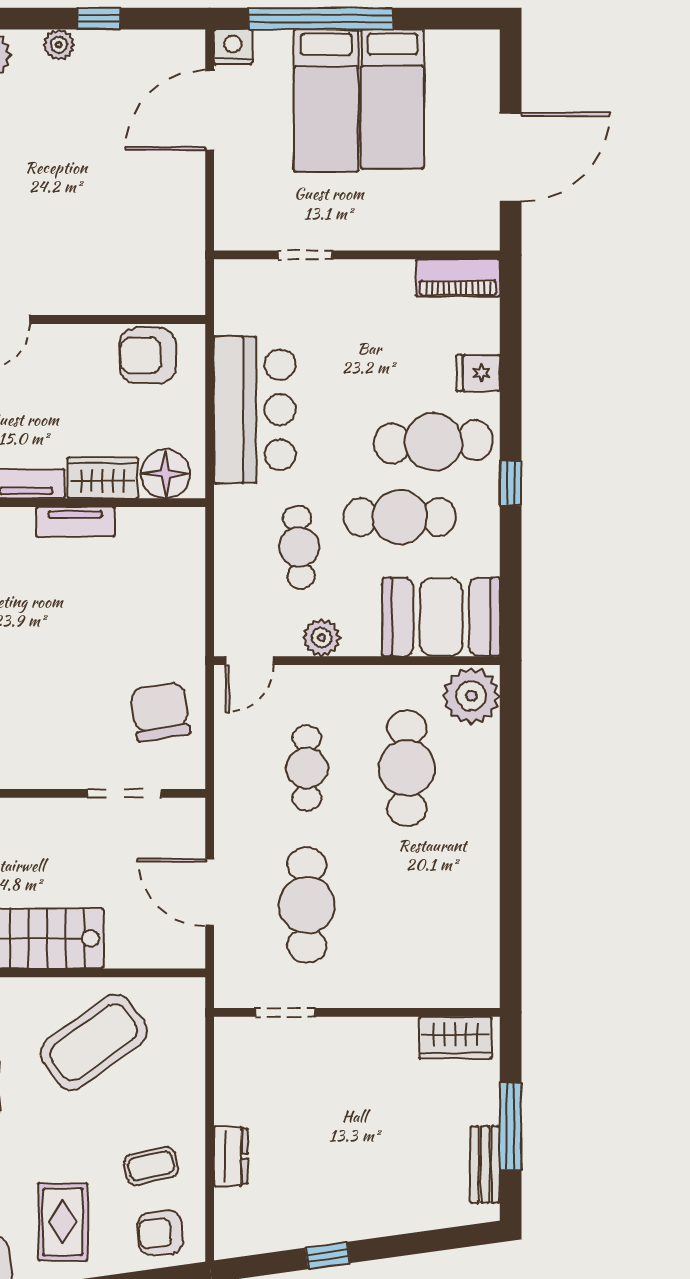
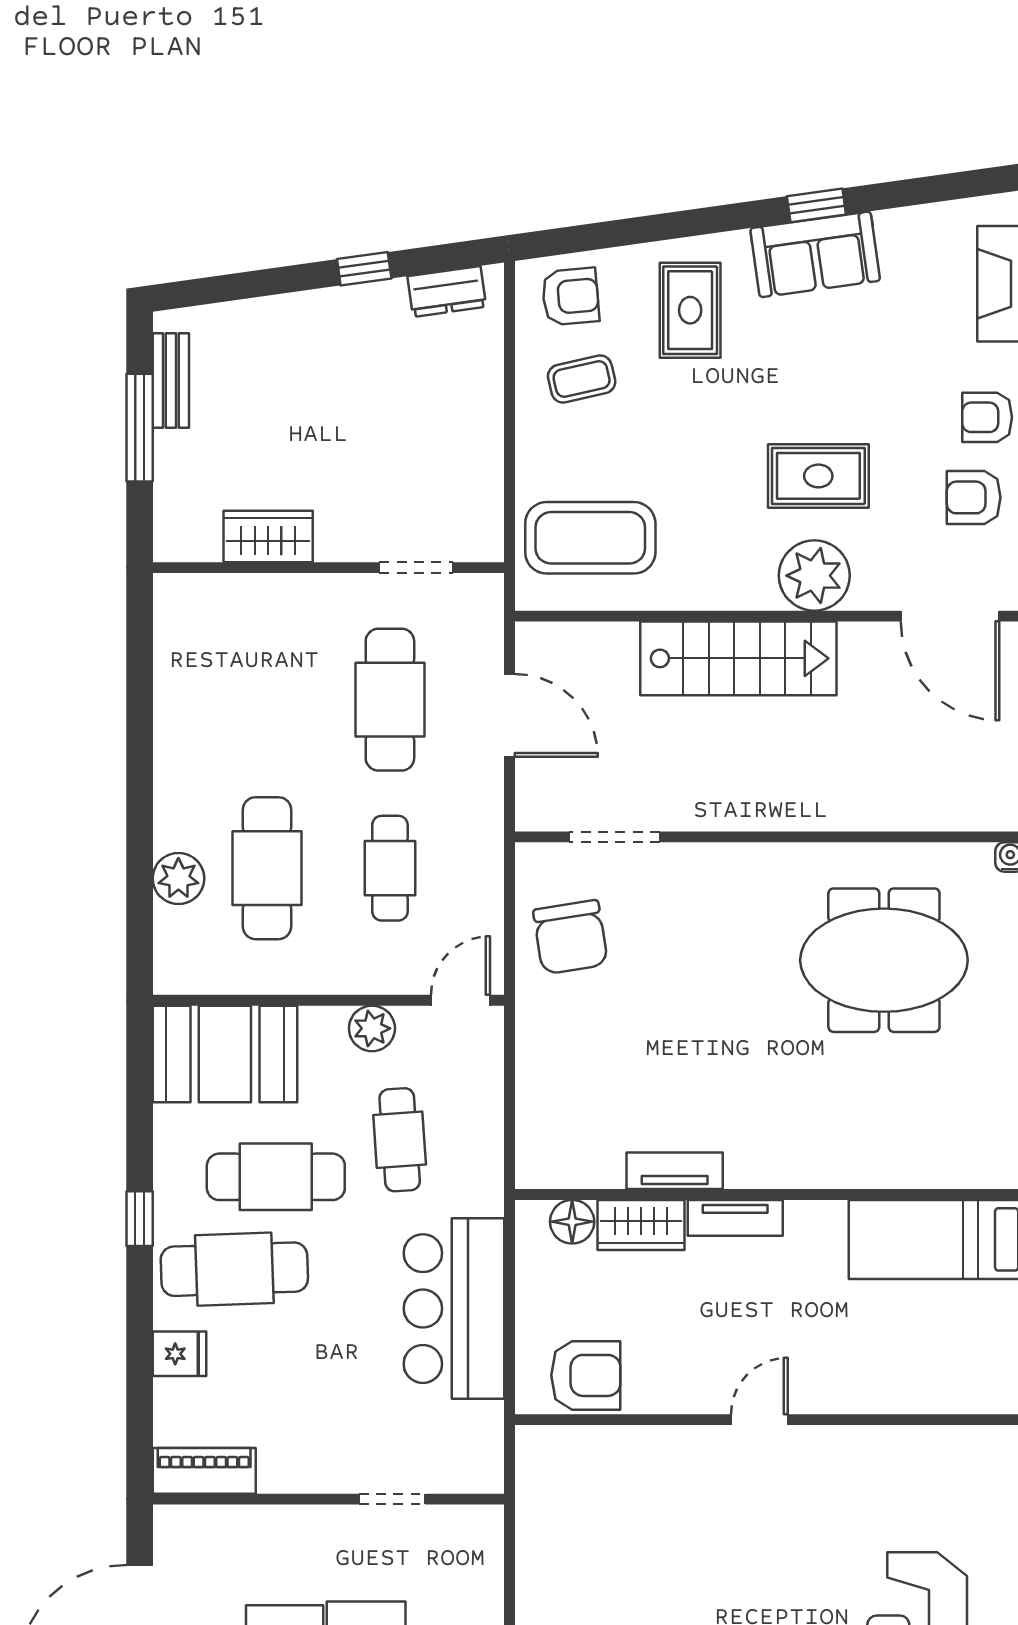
floor lamp: (165, 474) -> (572, 1222), width x0.73, depth x0.73
plant: (471, 696) -> (178, 878), moved, width x0.73, depth x0.73
wardrobe: (455, 1038) -> (268, 536), moved
coffee table: (94, 1042) -> (590, 538), moved, turned 36
dresser: (231, 1156) -> (447, 291), moved, turned -98

